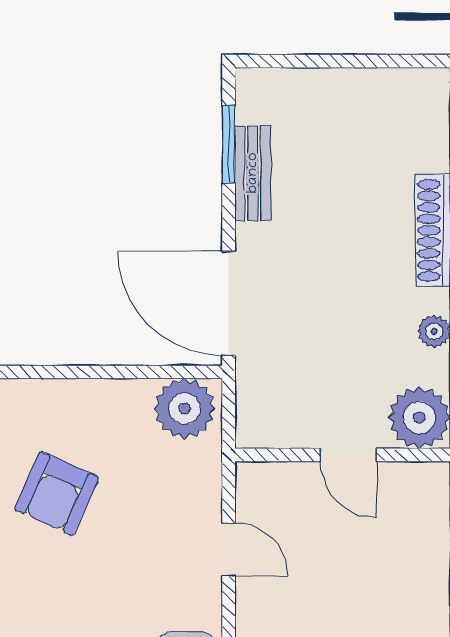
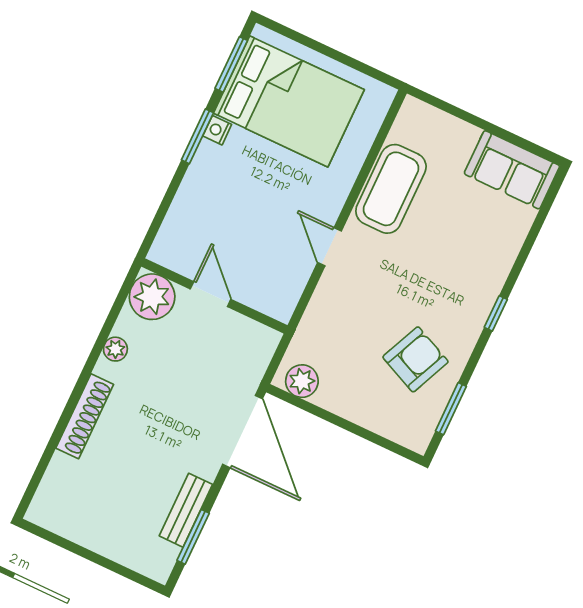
plant: (185, 409) -> (302, 381), width x0.73, depth x0.73
door: (229, 550) -> (330, 247), moved

